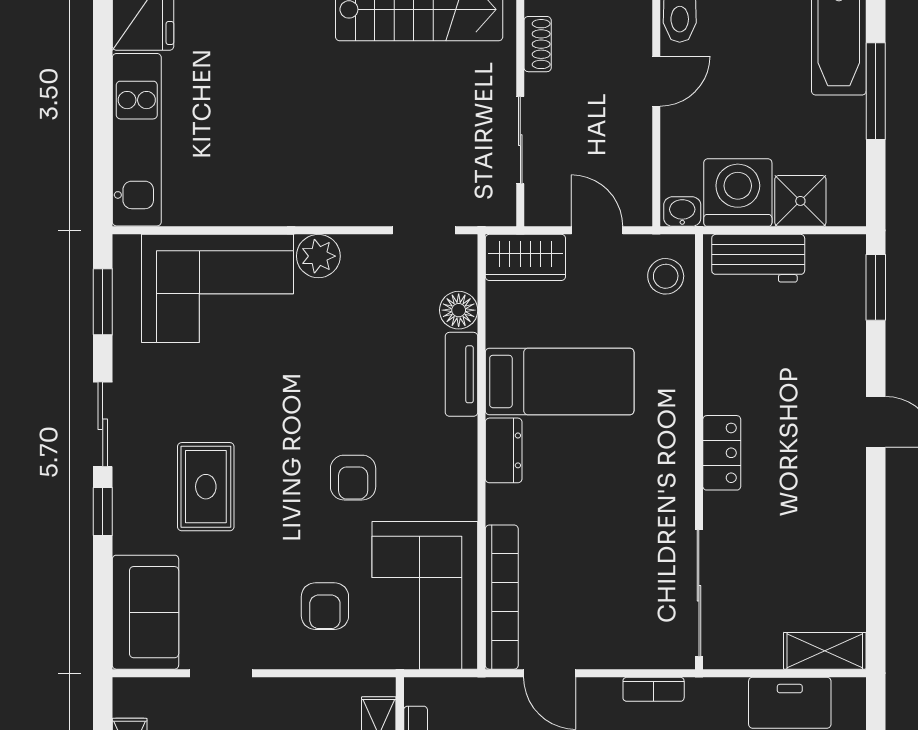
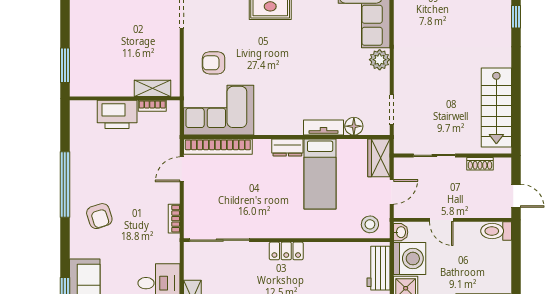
door: (656, 81) -> (441, 220), moved
armchair: (353, 478) -> (274, 76), removed

